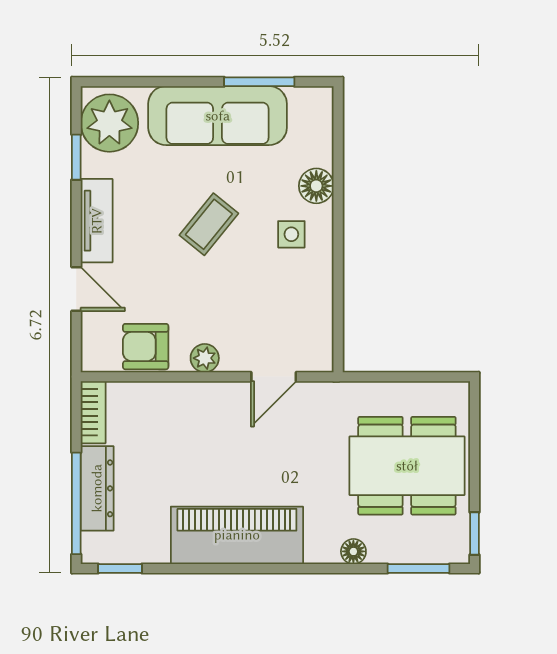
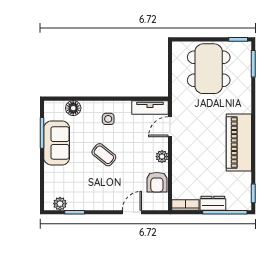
sofa: (218, 116) -> (57, 143), width x0.73
plant: (109, 123) -> (60, 204), width x0.53, depth x0.53
floor lamp: (316, 186) -> (73, 108), moved
tv unit: (97, 221) -> (150, 107), moved, turned 180
door: (274, 377) -> (170, 127), swing flipped
dresser: (97, 488) -> (213, 203), width x0.70
floor lamp: (353, 551) -> (246, 92), removed

